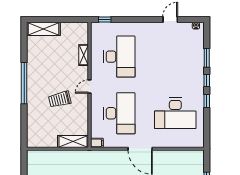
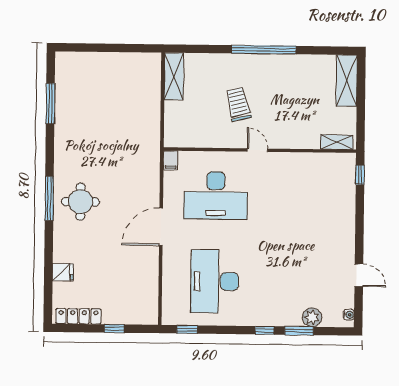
plant: (198, 50) -> (312, 317), added
shelving: (84, 55) -> (337, 142), moved
desk: (119, 57) -> (303, 197), removed
window: (207, 101) -> (187, 329), moved
shelving: (73, 141) -> (174, 76), moved

